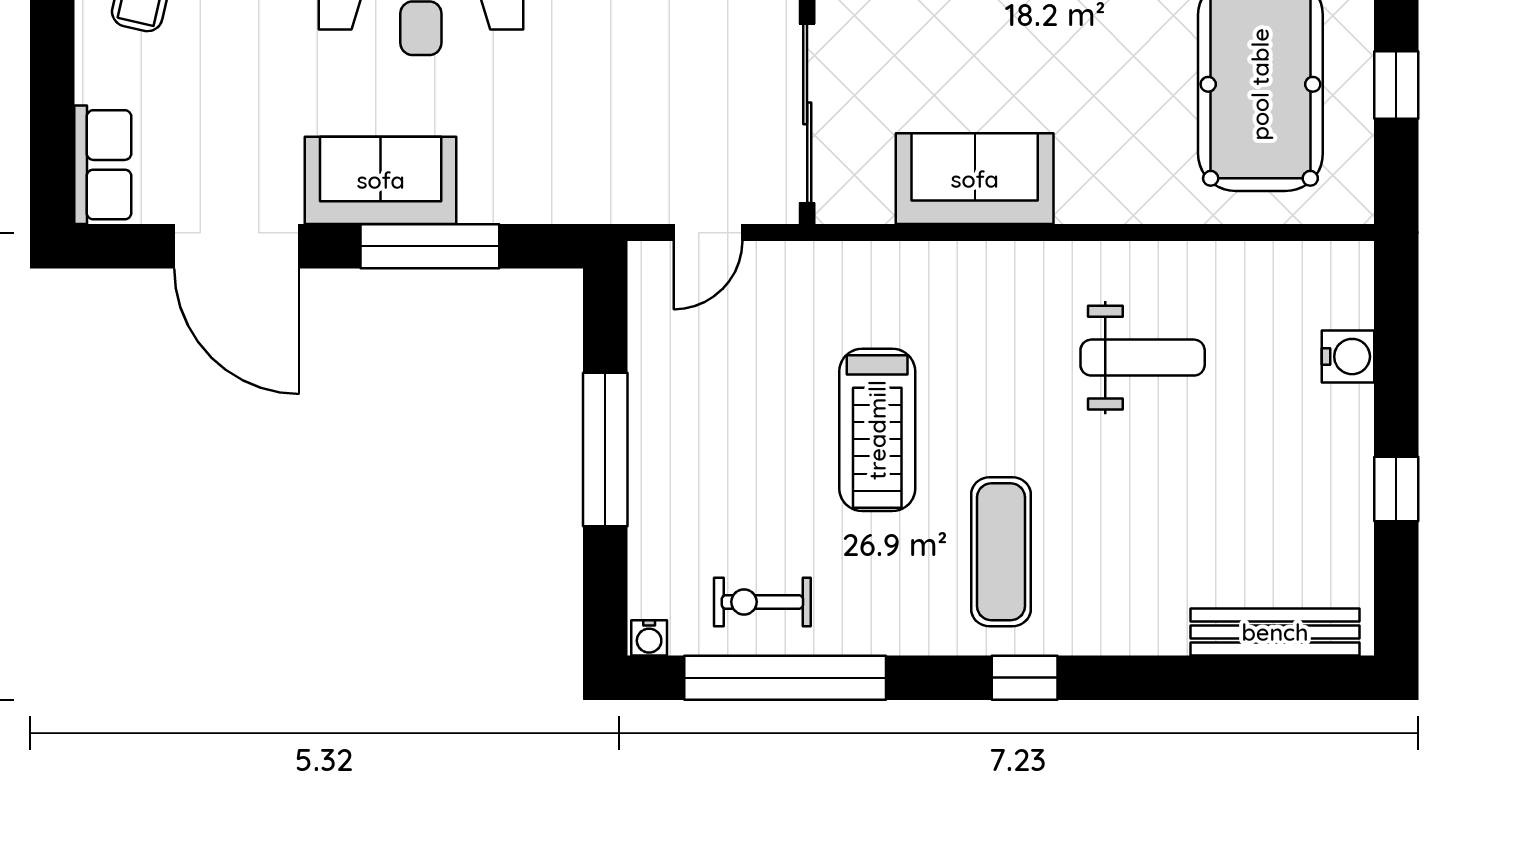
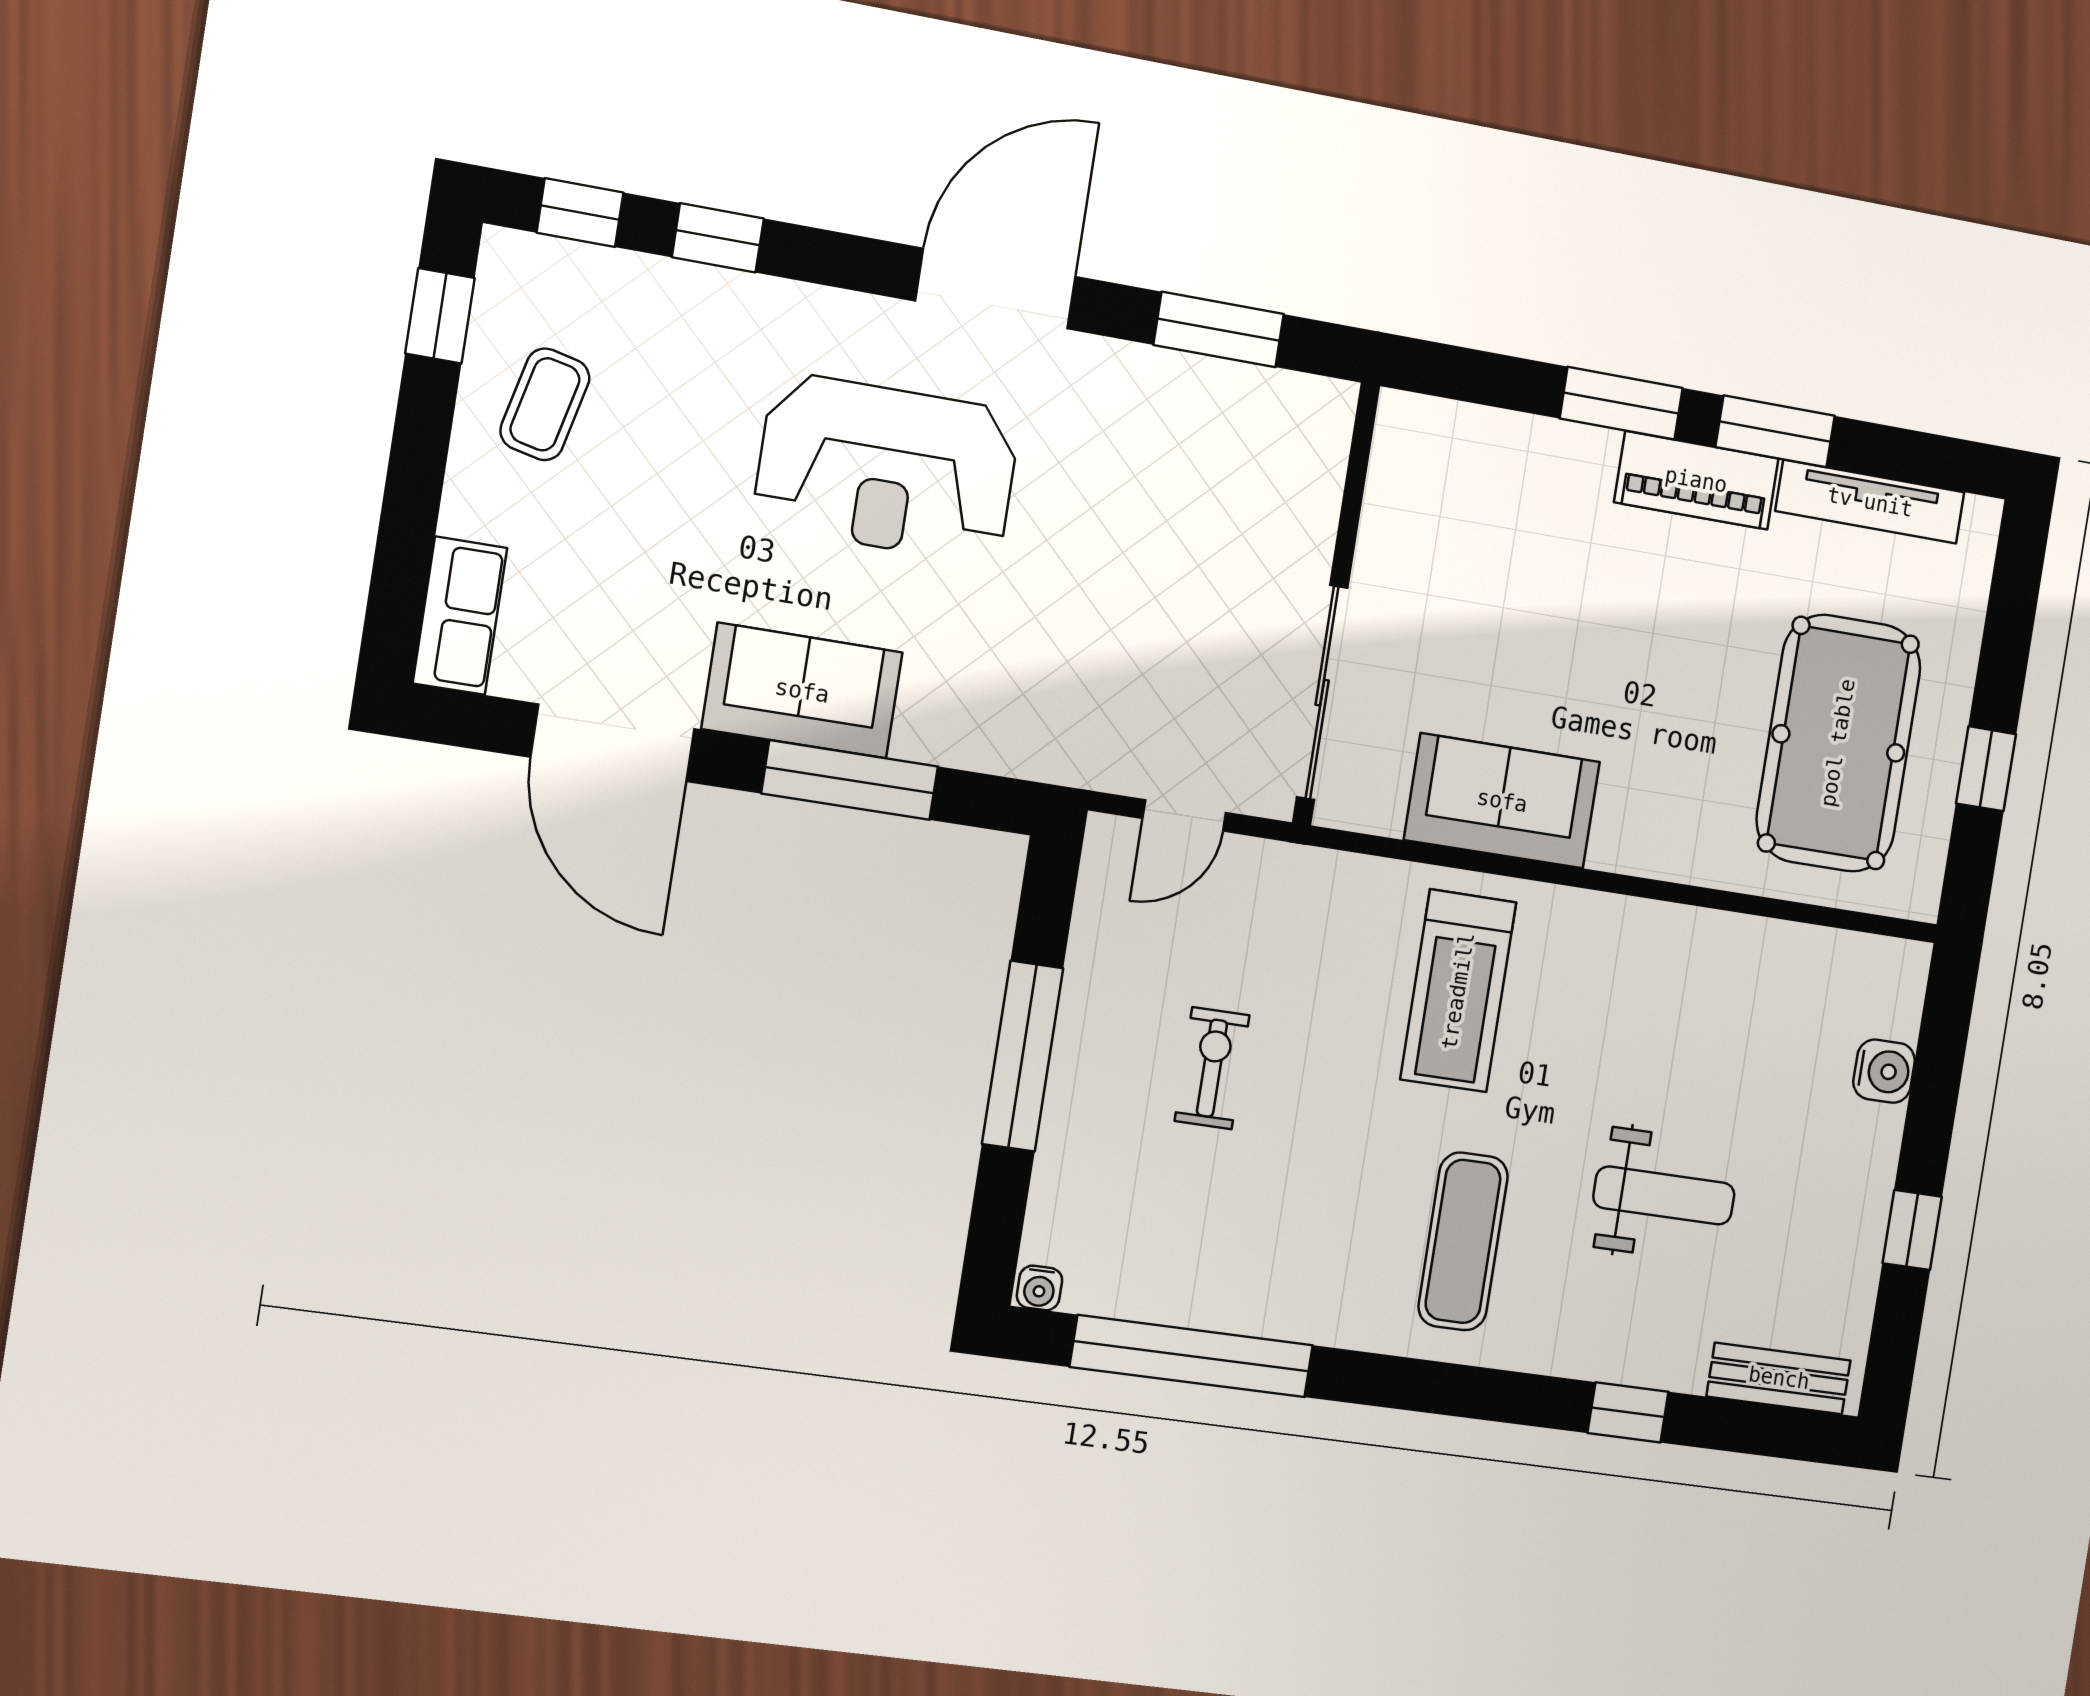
weight bench: (1143, 358) -> (1664, 1195), moved
treadmill: (877, 430) -> (1458, 991), moved
exercise bike: (762, 602) -> (1212, 1068), moved, turned 90
bench: (1275, 632) -> (1779, 1378), width x0.73
window: (1025, 678) -> (1628, 1412), moved

